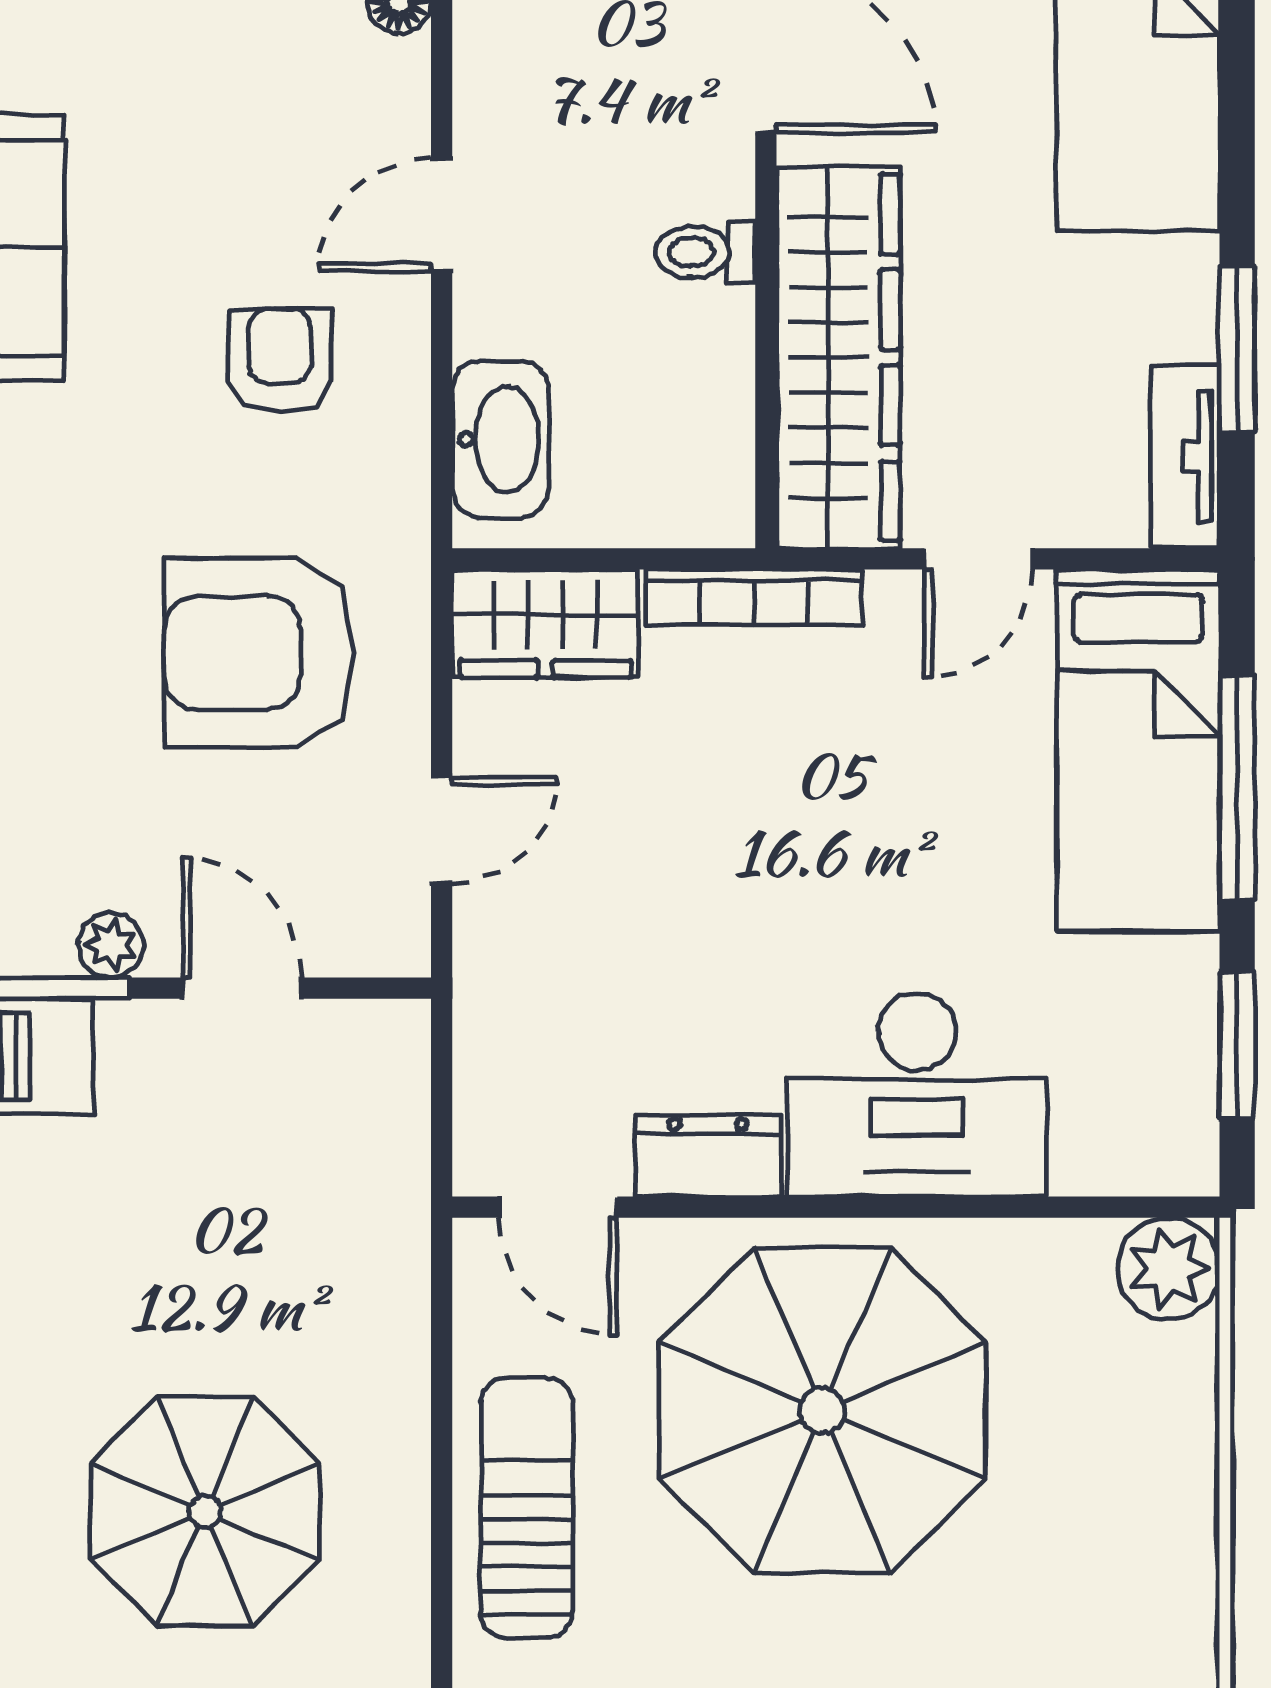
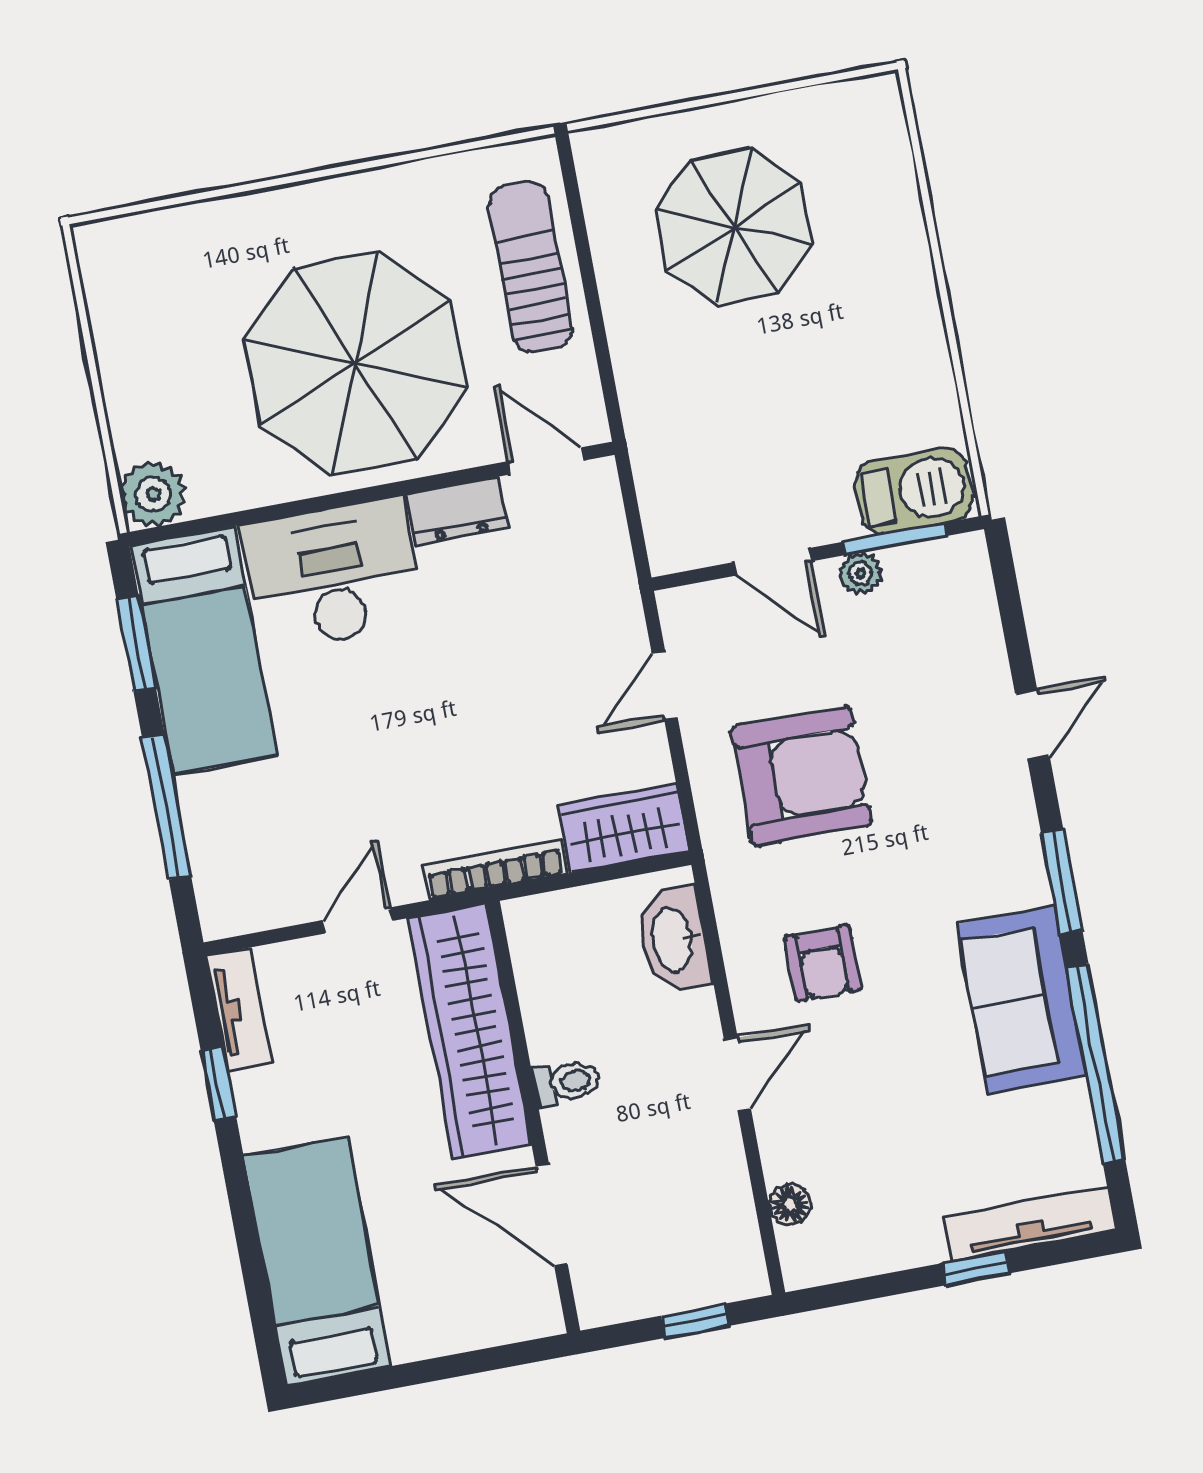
window: (1237, 349) -> (218, 1084), width x0.67
bed: (1138, 750) -> (204, 650), moved, turned 180
sun lounger: (527, 1508) -> (531, 267), turned 180

